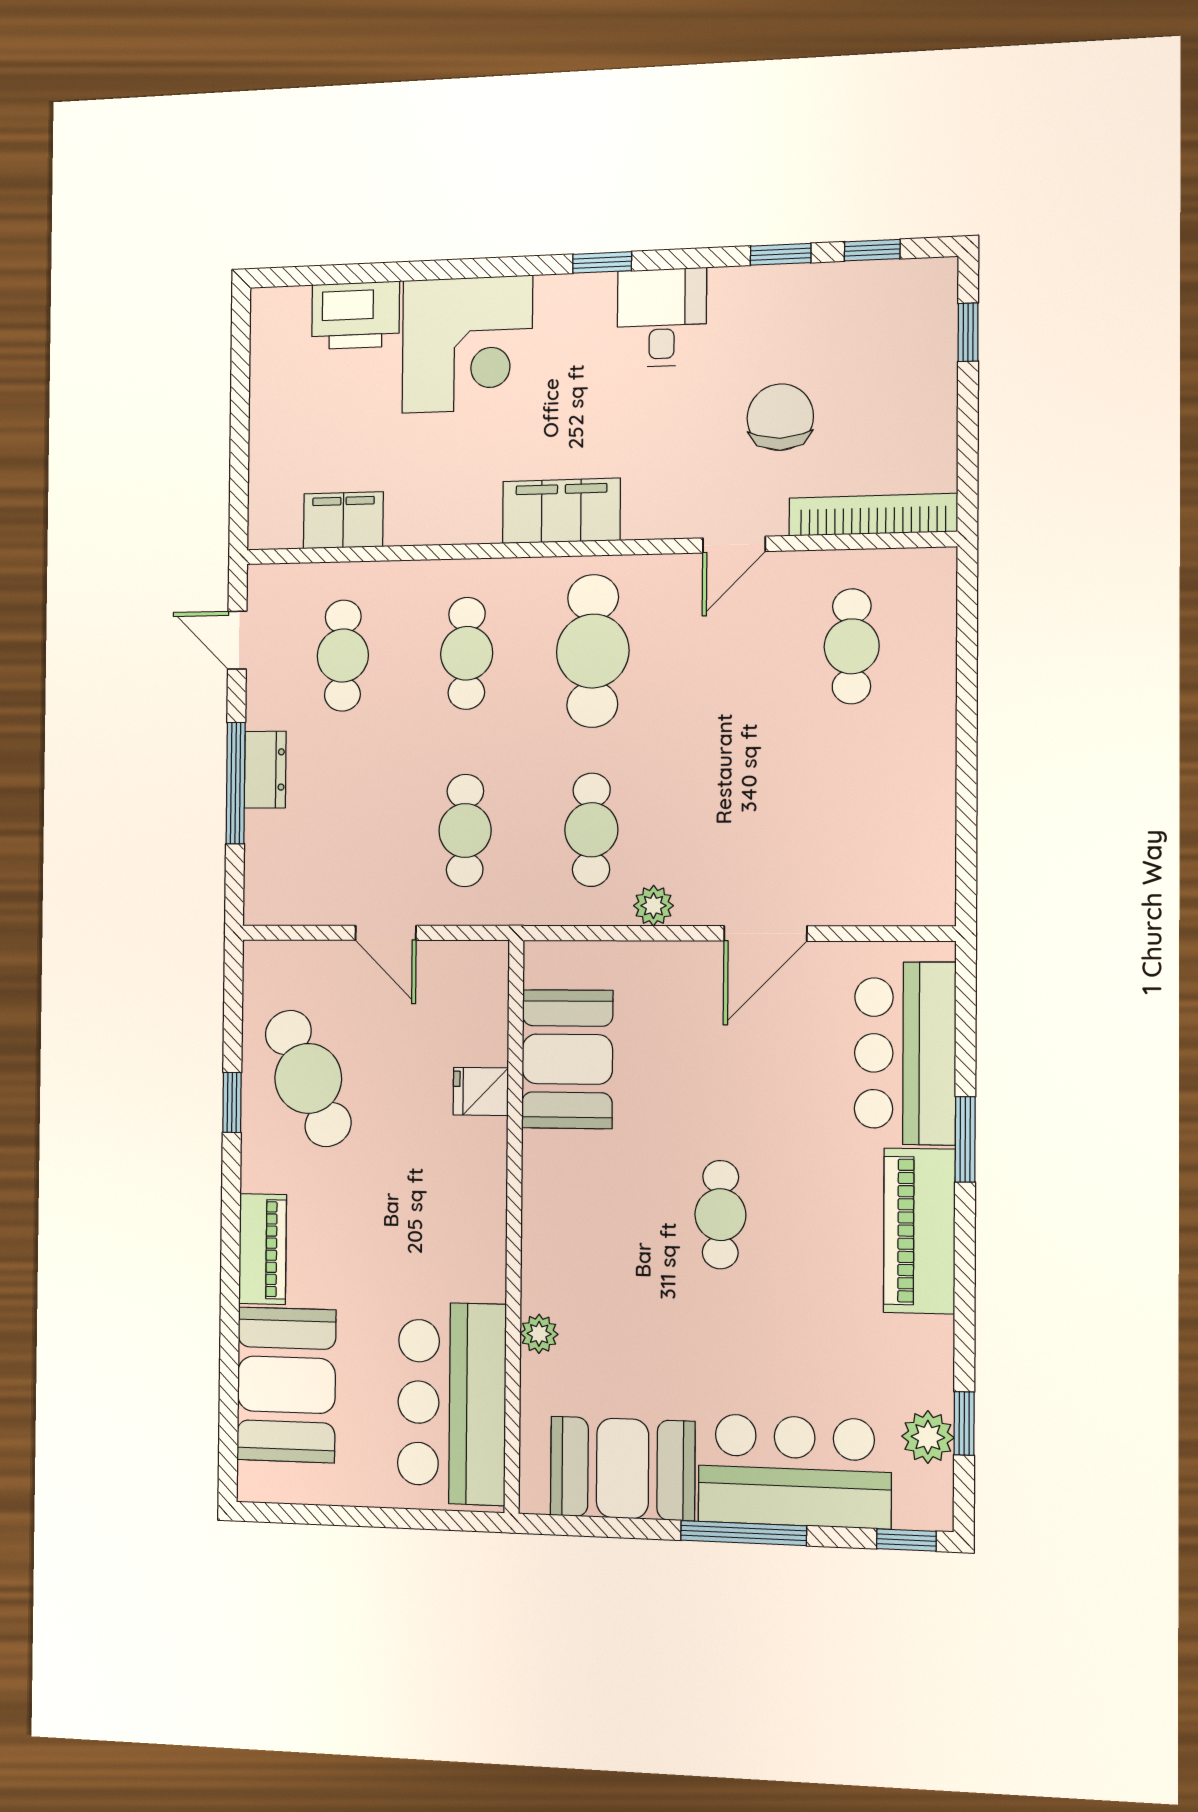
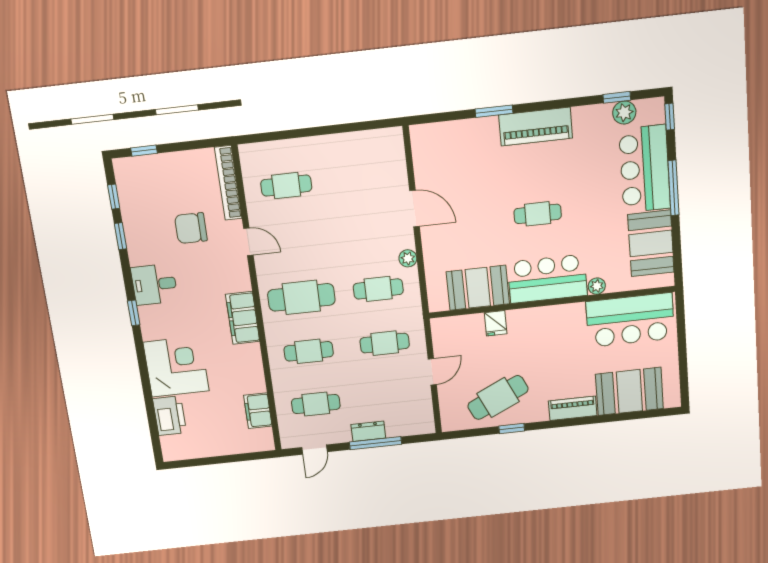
bar counter: (905, 1053) -> (547, 279), moved, turned 180

